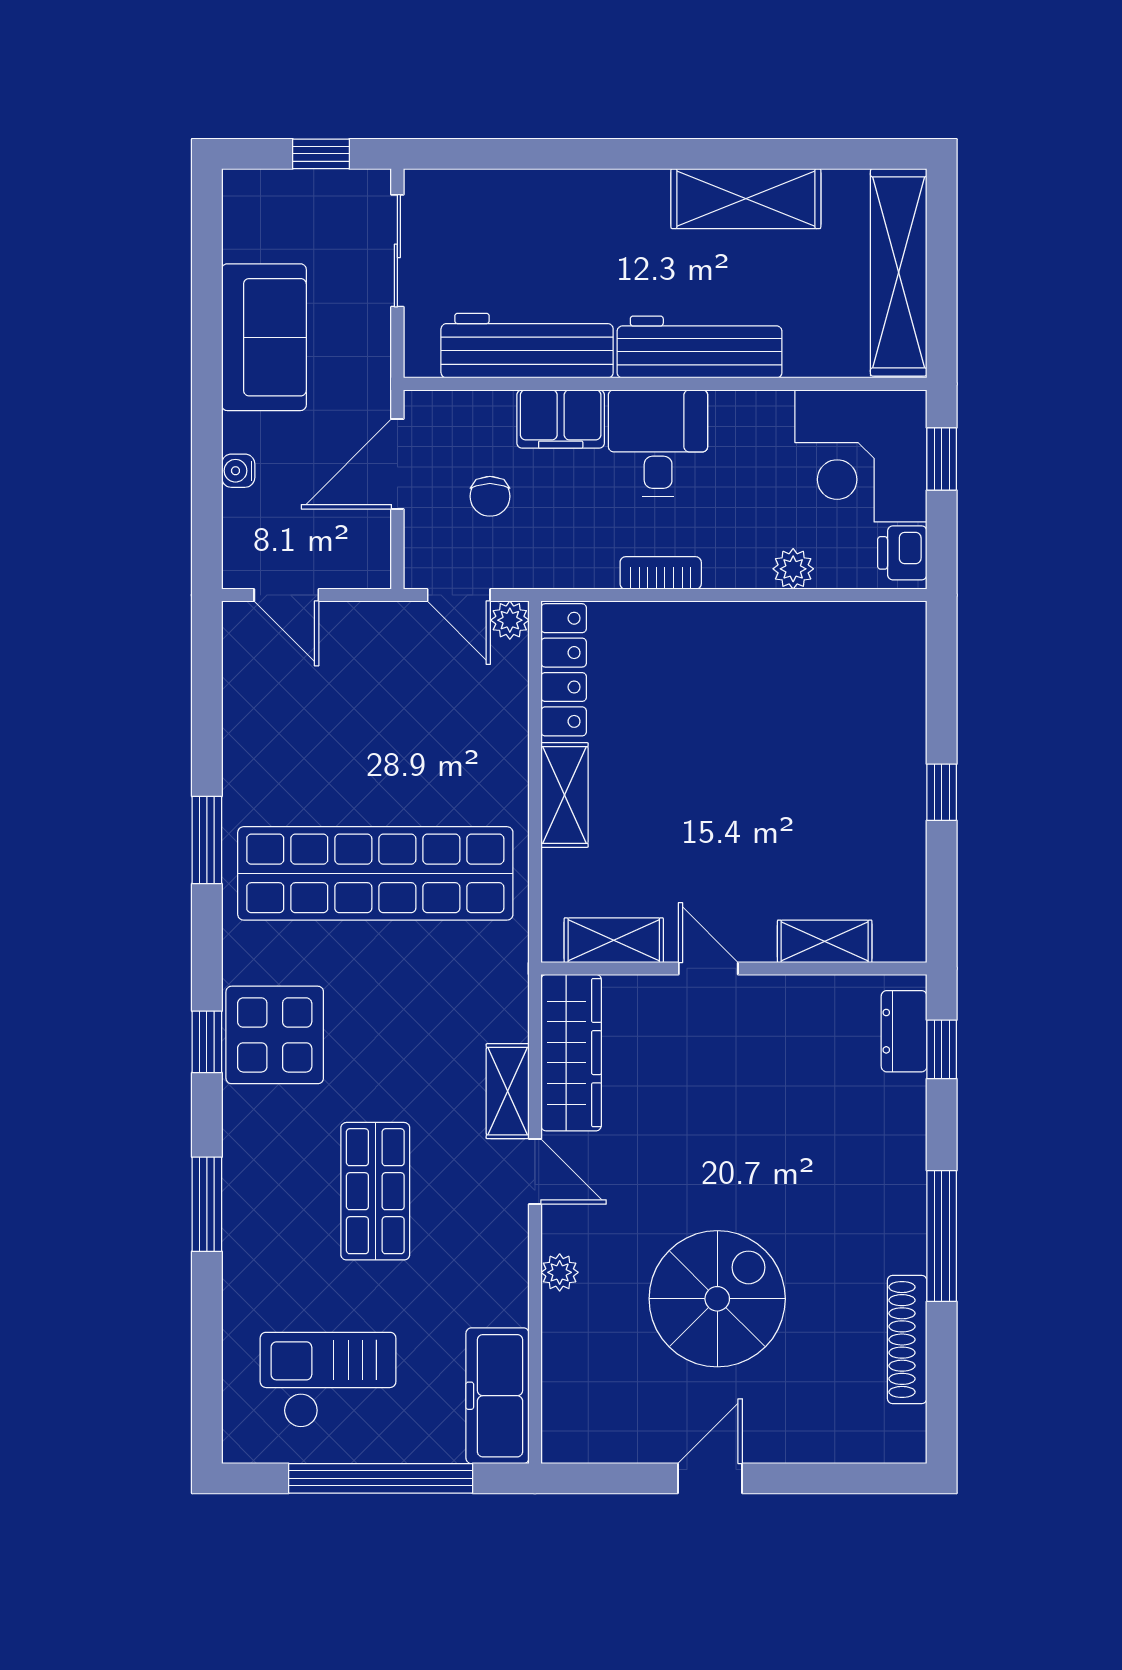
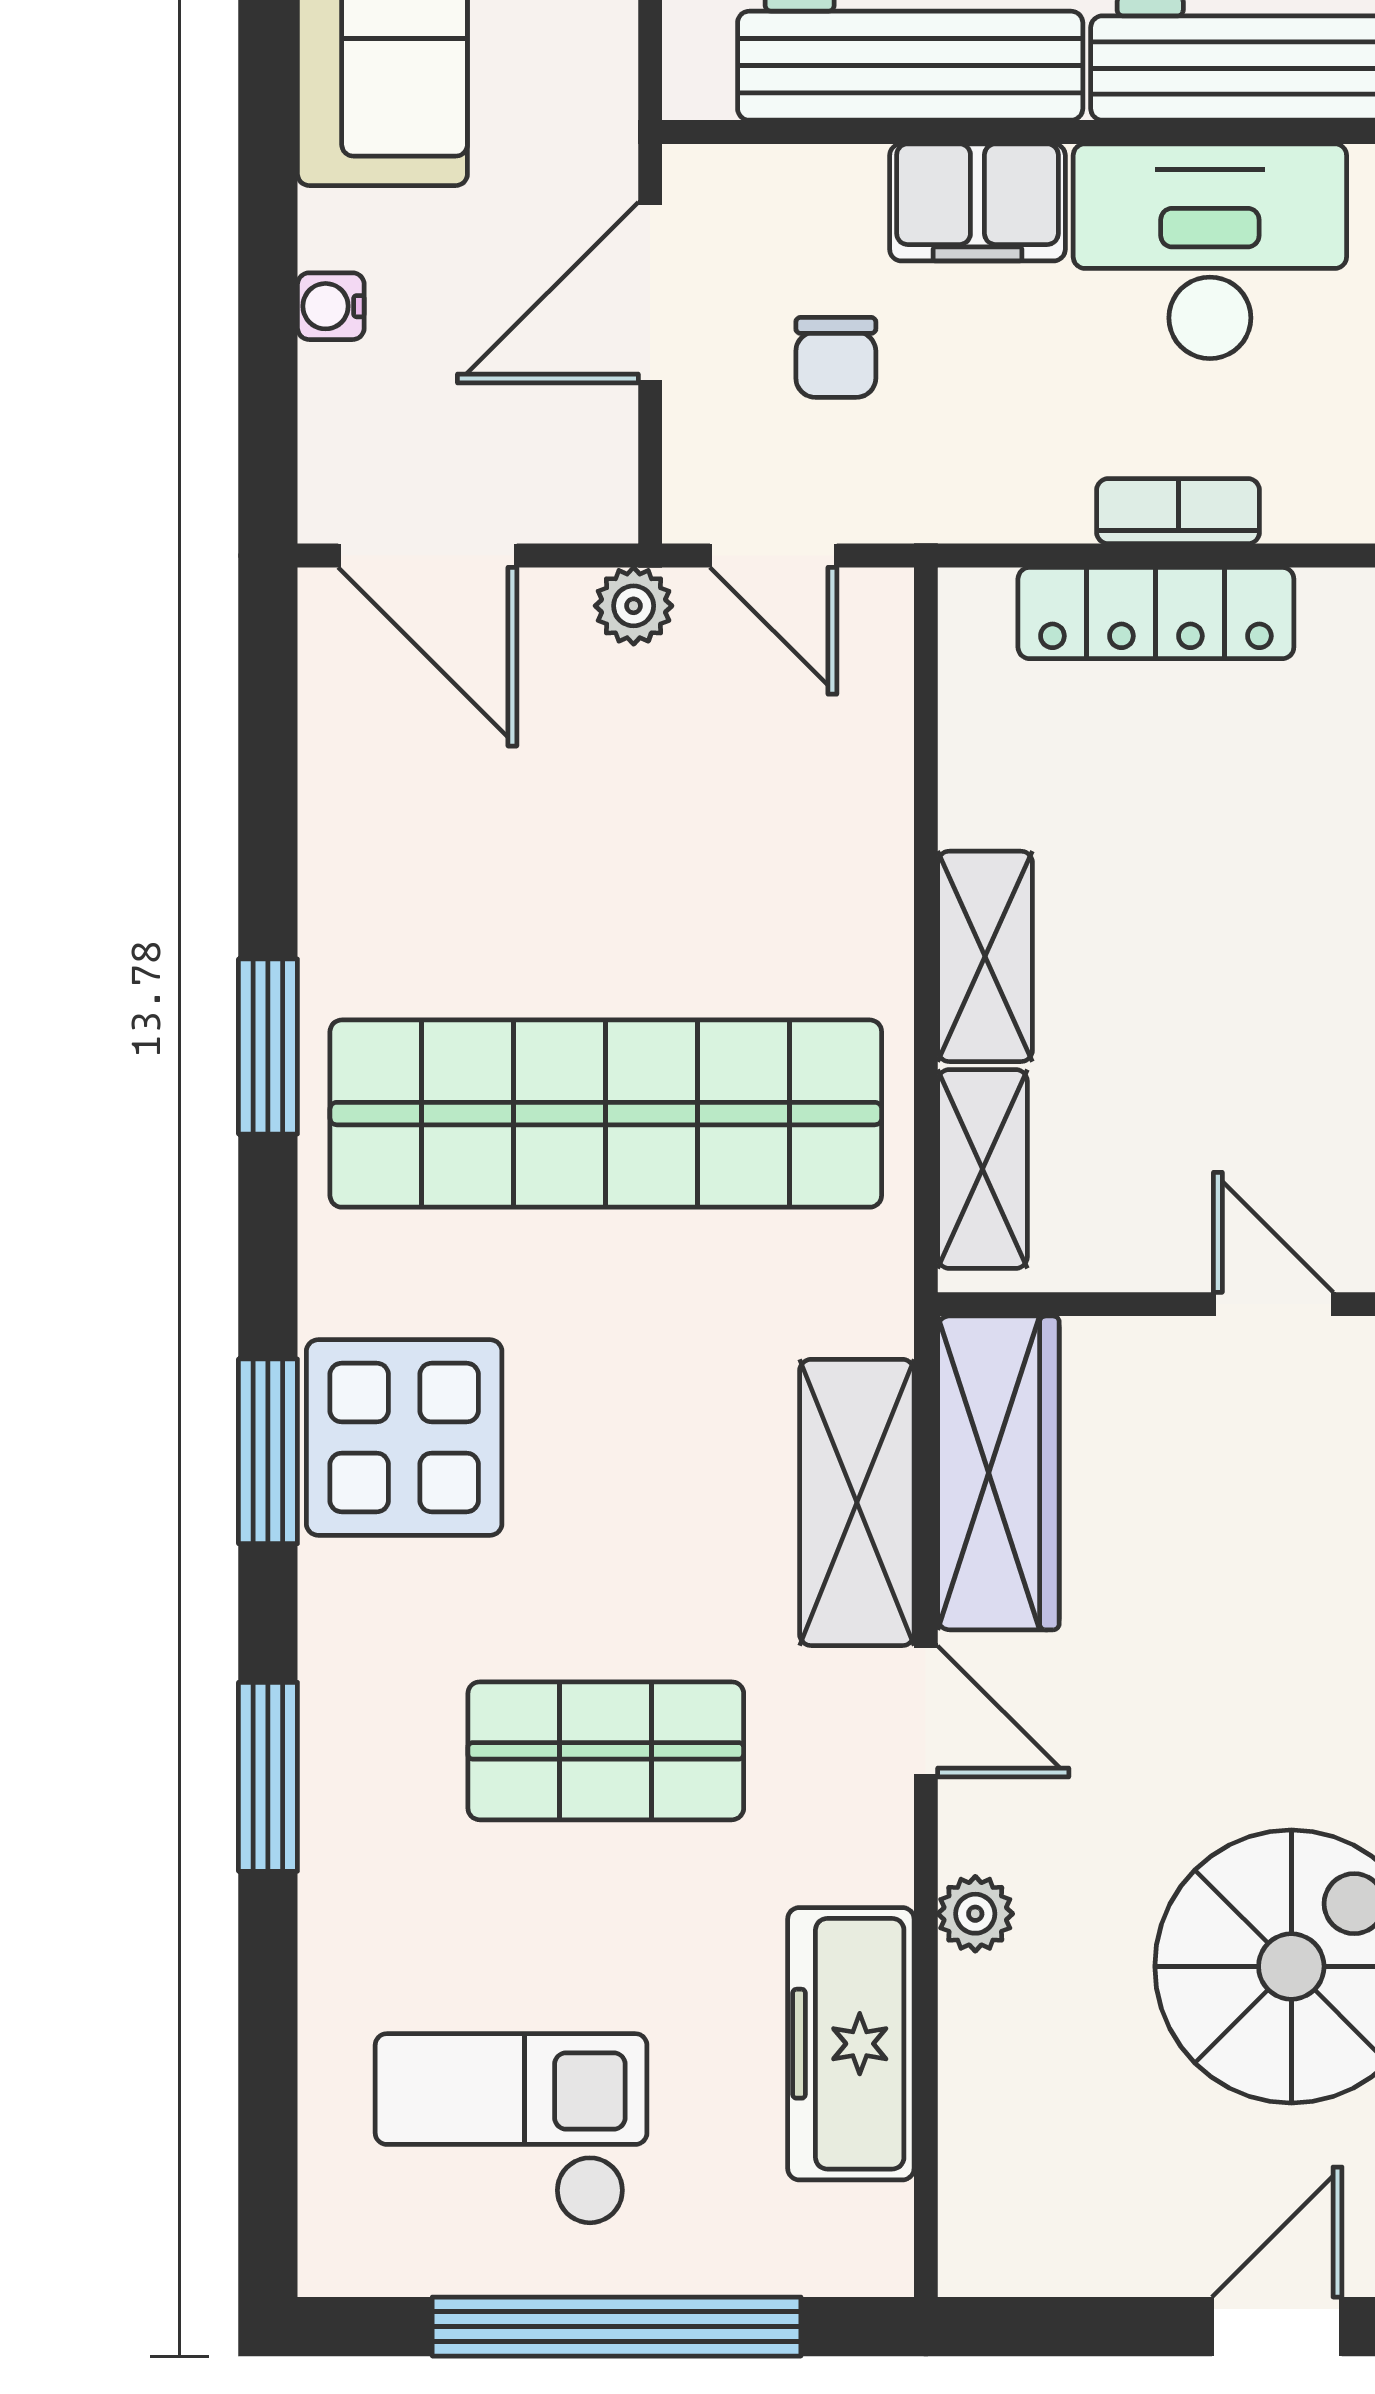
desk: (658, 443) -> (1210, 251), width x1.37
door: (286, 595) -> (428, 556), width x1.38
plant: (510, 620) -> (634, 606), moved
locker: (564, 670) -> (1156, 613), moved, turned 90
shelving: (614, 940) -> (983, 1169), moved, turned 90
window: (207, 1042) -> (268, 1451), width x1.50
shelving: (508, 1091) -> (857, 1502), width x1.50, depth x1.33
shop shelf: (375, 1191) -> (606, 1751), turned 90
freezer: (497, 1396) -> (851, 2044), moved

